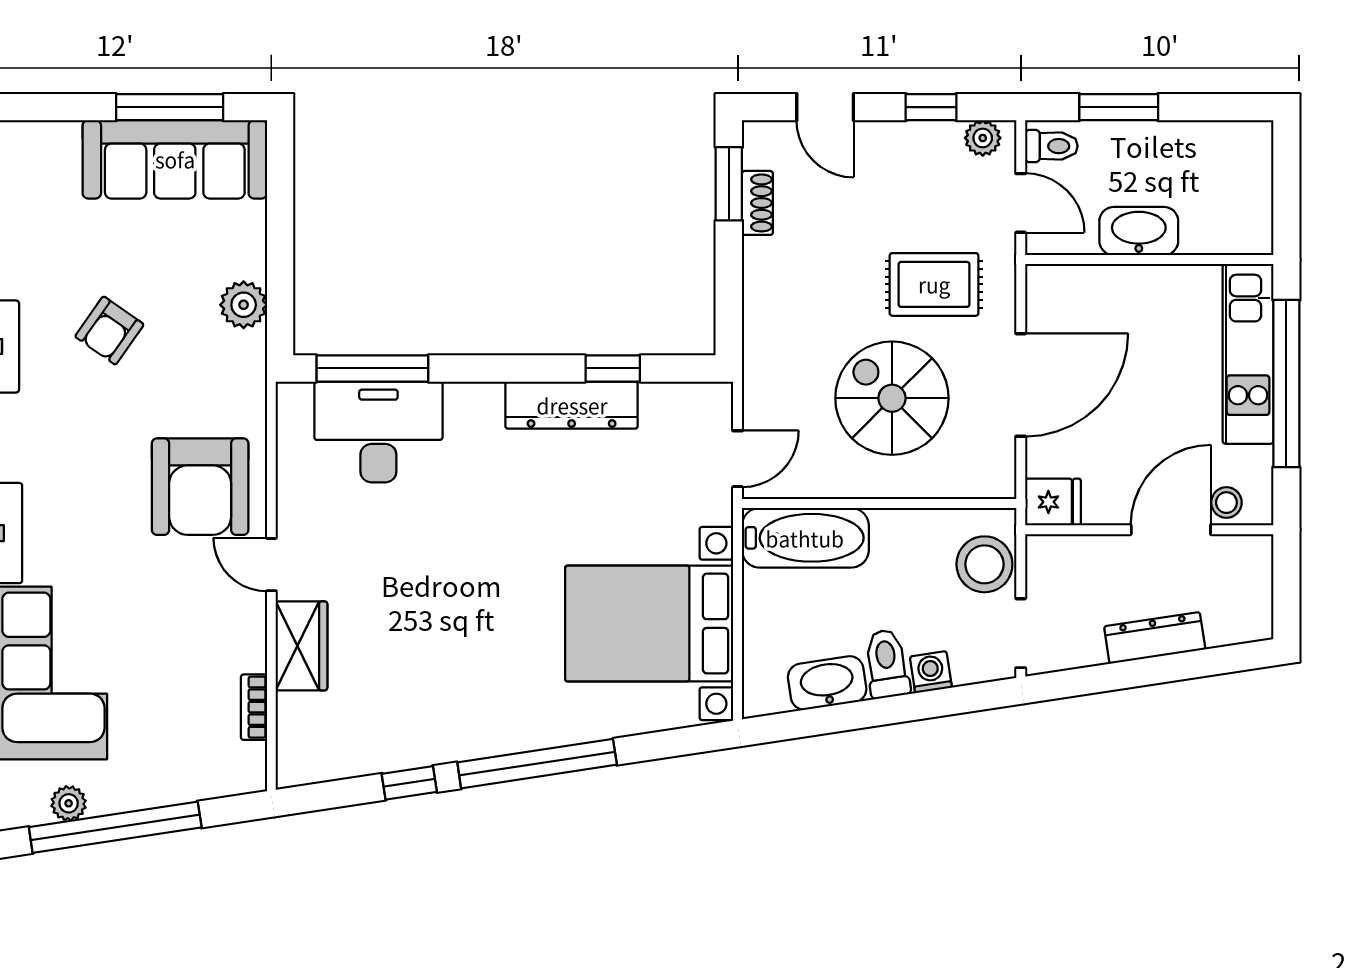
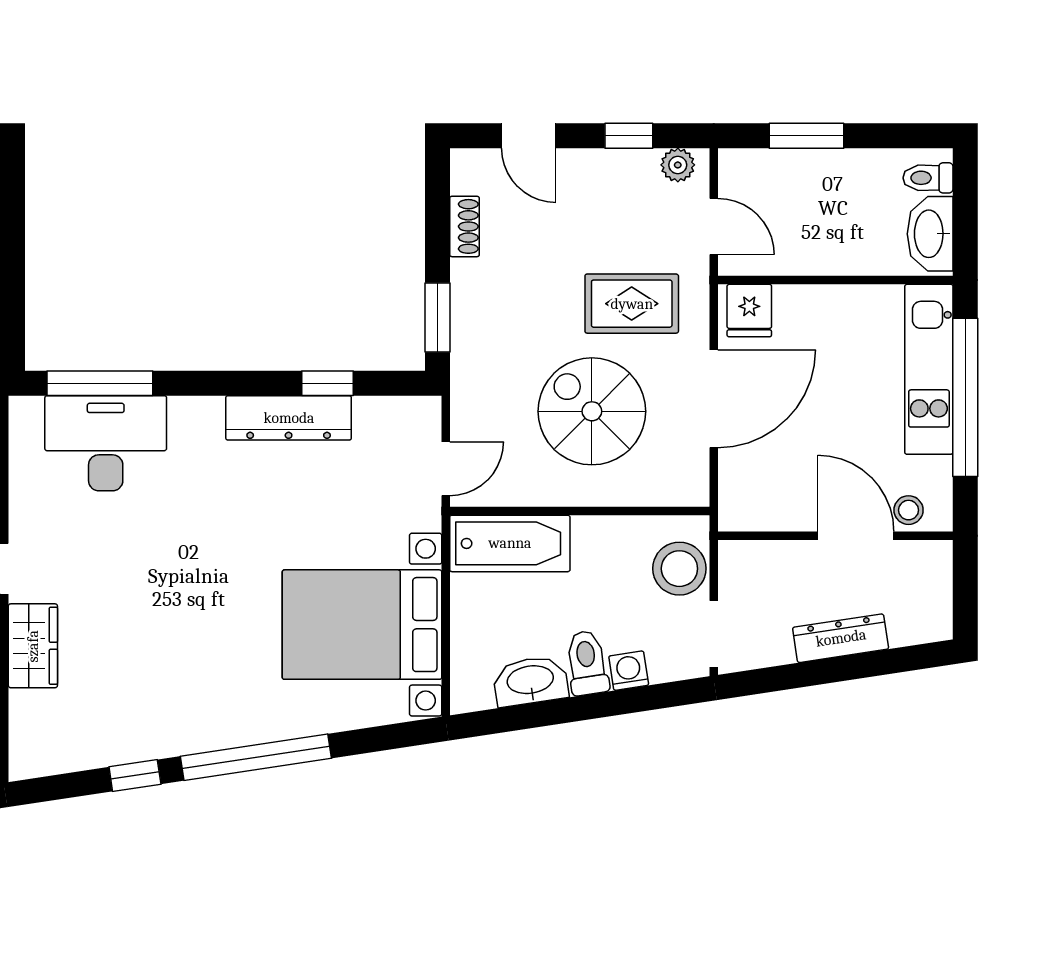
toilet: (1051, 146) -> (928, 178), moved, turned 180
window: (729, 184) -> (437, 317), moved
washbasin: (1139, 231) -> (930, 234), moved, turned -90
fridge: (1053, 502) -> (749, 311), moved, turned 90
door: (1171, 530) -> (856, 536), hinge flipped

